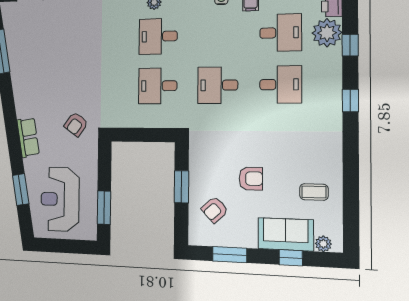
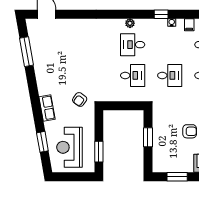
desk: (218, 85) -> (170, 75), turned 180
desk: (158, 86) -> (133, 75), turned 180
armchair: (215, 210) -> (168, 150), removed

